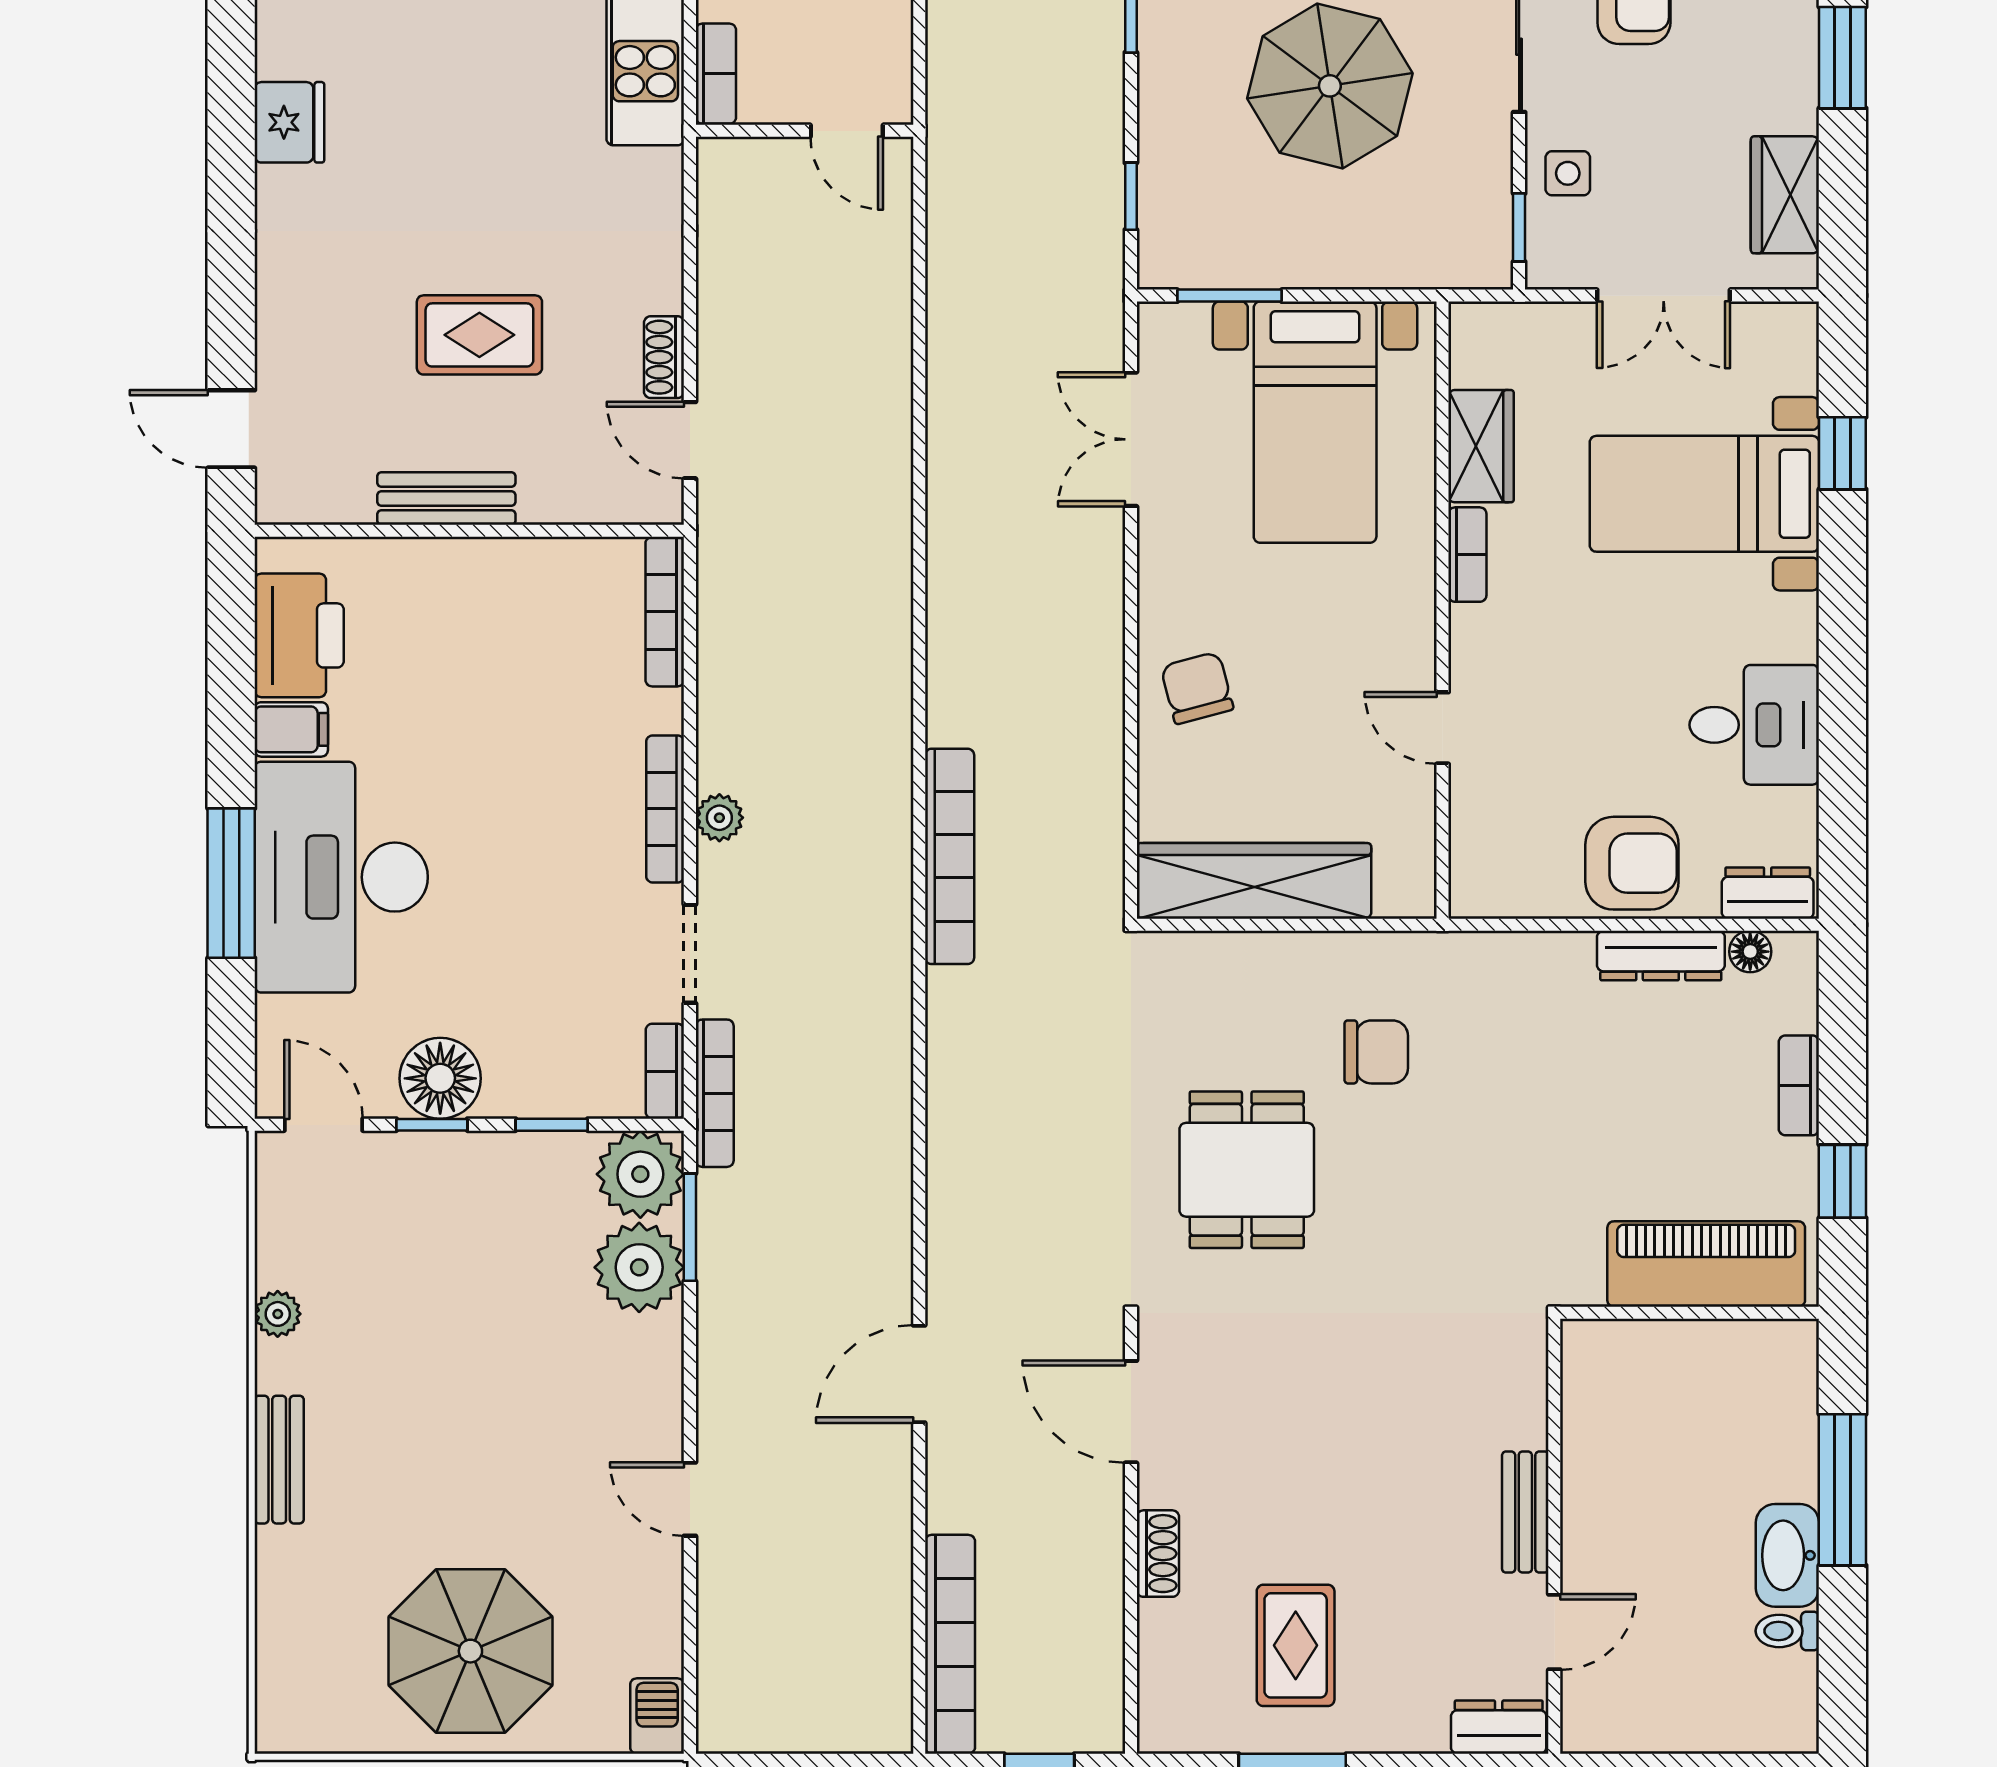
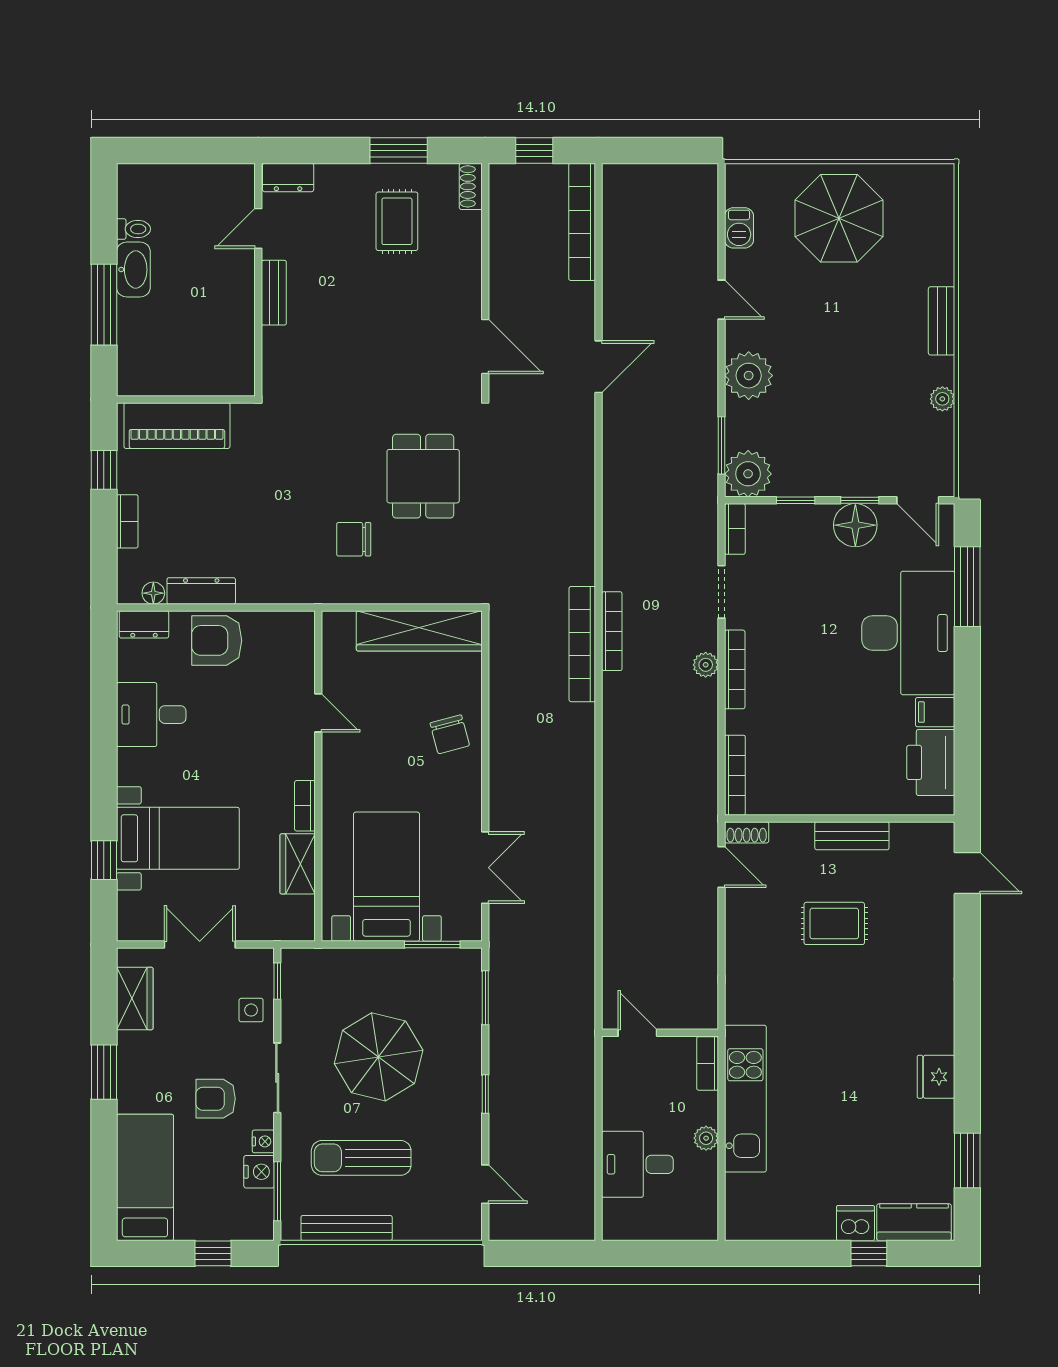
fridge: (289, 122) -> (936, 1077), moved
window: (1131, 196) -> (485, 998), width x1.50
shoe rack: (664, 357) -> (747, 832), moved, turned 90
window: (231, 883) -> (967, 587), moved
bookcase: (715, 1093) -> (612, 631), moved, turned 180
plant: (639, 1267) -> (749, 376), moved
shoe rack: (1158, 1554) -> (471, 186), moved
barbecue: (657, 1716) -> (739, 228), moved

